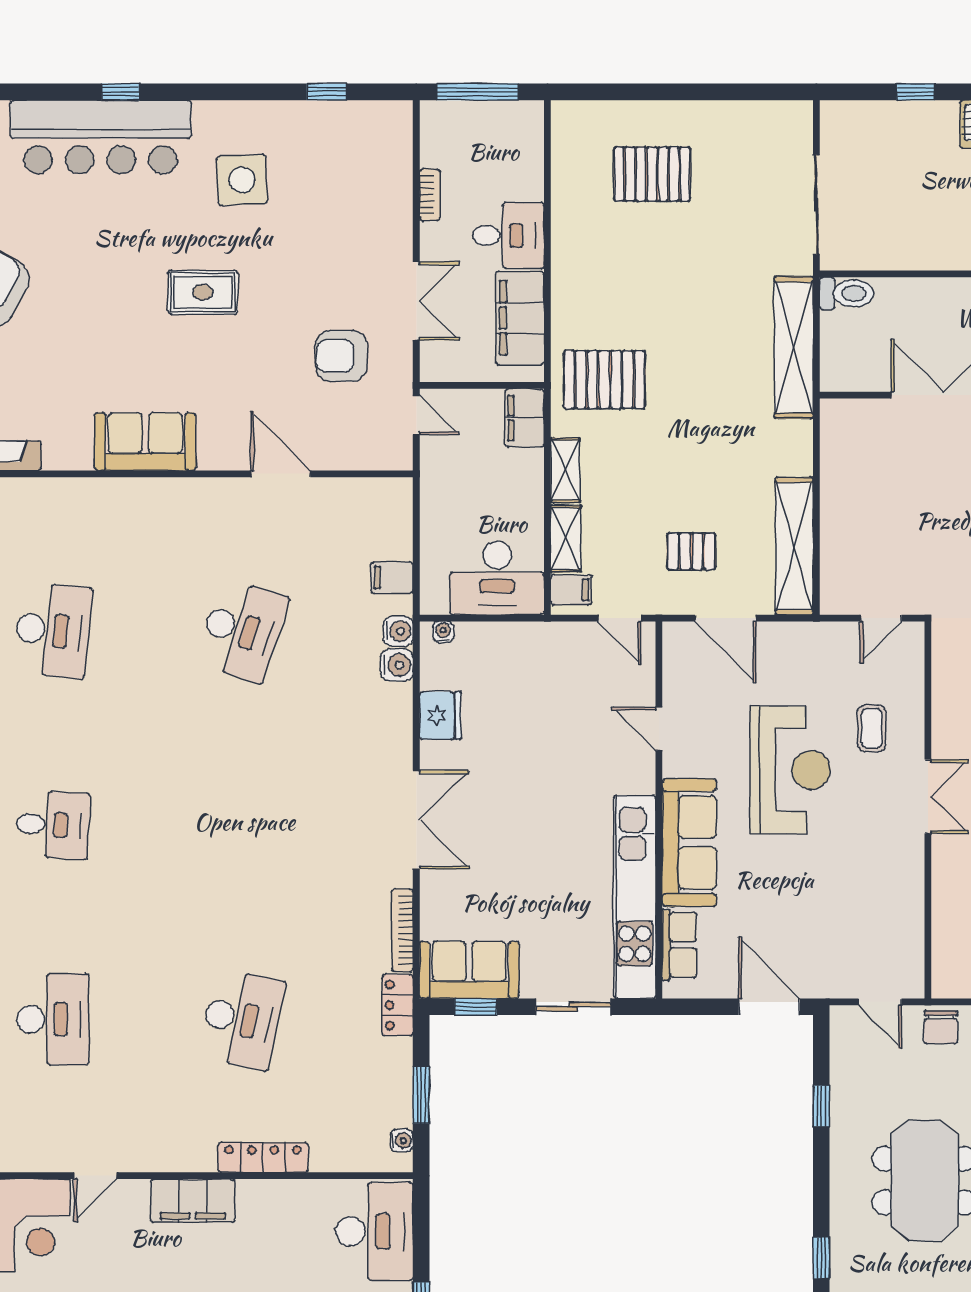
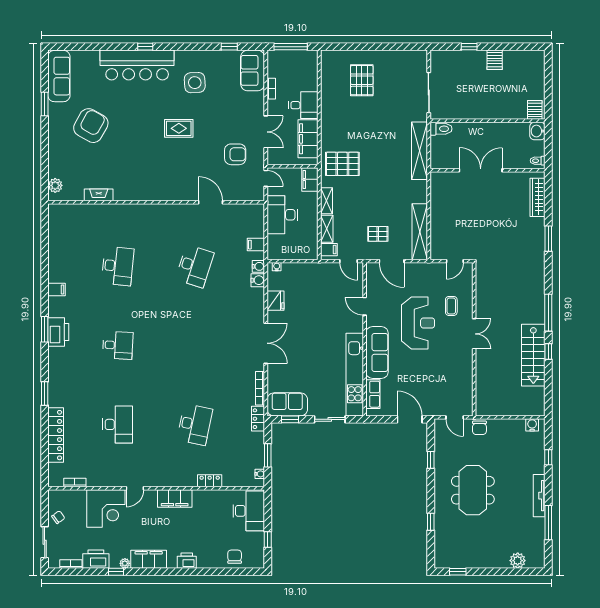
pallet: (652, 174) -> (362, 80), turned 90
armchair: (341, 356) -> (235, 154), turned 180
sofa: (145, 442) -> (253, 70), moved, turned -90
desk: (497, 578) -> (282, 215), moved, turned 90
locker: (263, 1157) -> (210, 481), width x0.66

